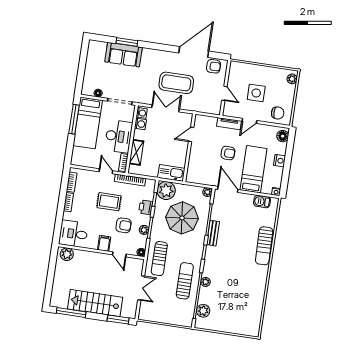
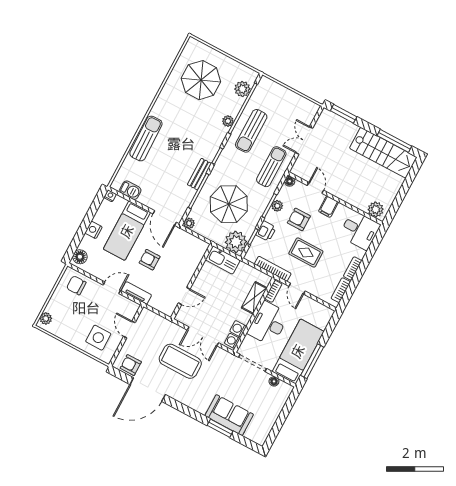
side table: (256, 93) -> (98, 338), moved
stairs: (95, 303) -> (383, 153), moved
parasol: (238, 306) -> (201, 80), added

